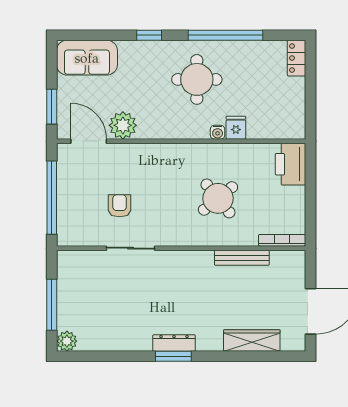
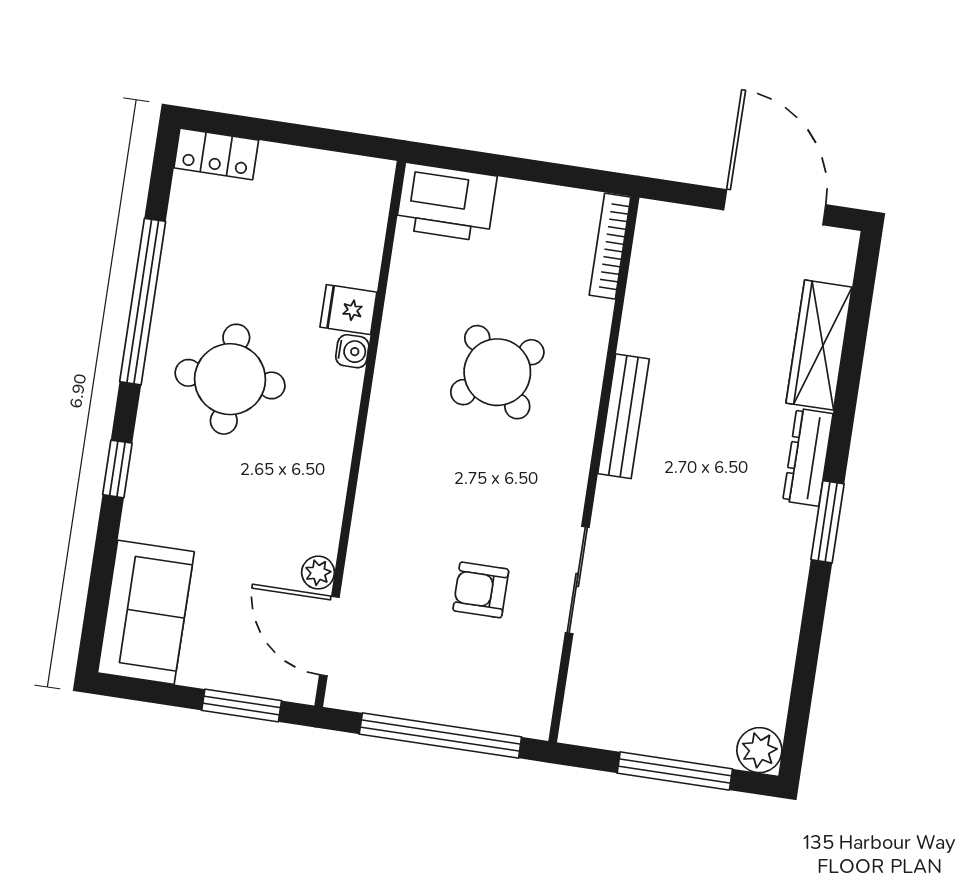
plant: (123, 125) -> (318, 573), width x0.53, depth x0.53
door: (89, 141) -> (329, 636), hinge flipped
bench: (242, 258) -> (623, 416), moved
dresser: (174, 343) -> (808, 457), moved

